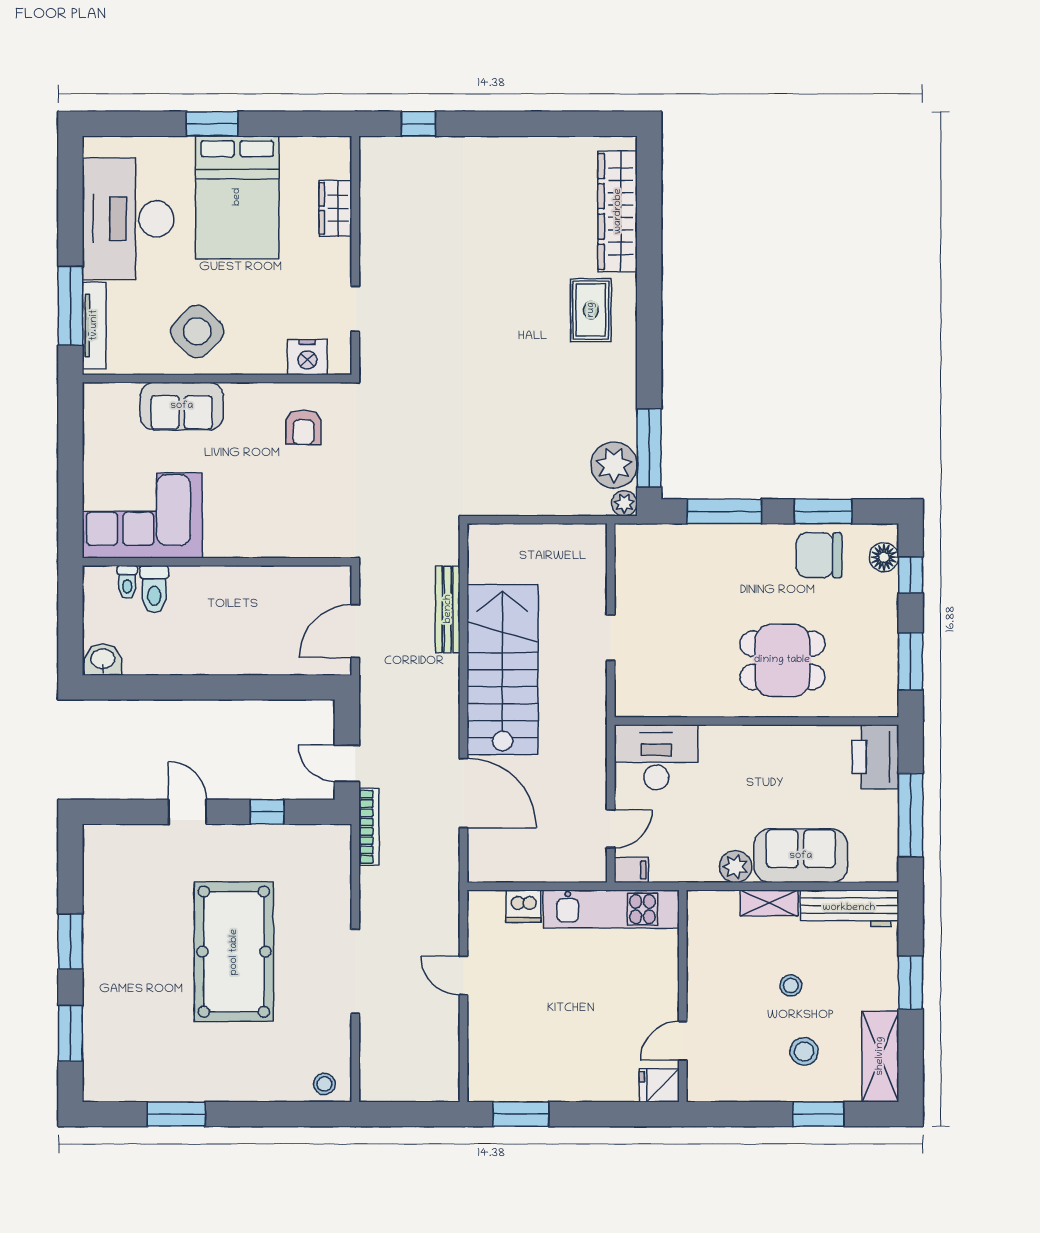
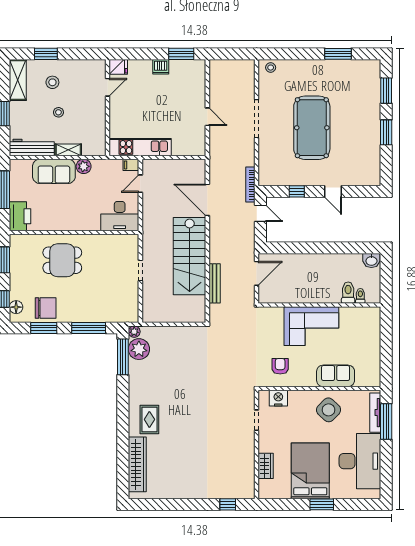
corner sofa: (142, 515) -> (311, 326), moved
dishwasher: (523, 906) -> (161, 67), moved, turned 180

